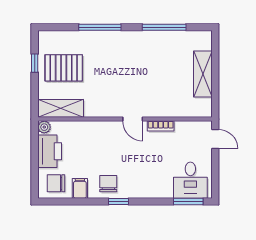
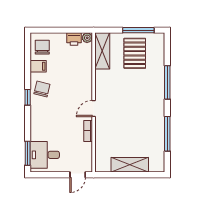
window: (35, 63) -> (138, 30), width x2.17
printer: (50, 151) -> (74, 39), width x0.53, depth x0.68
chair: (108, 184) -> (42, 89), turned -76

